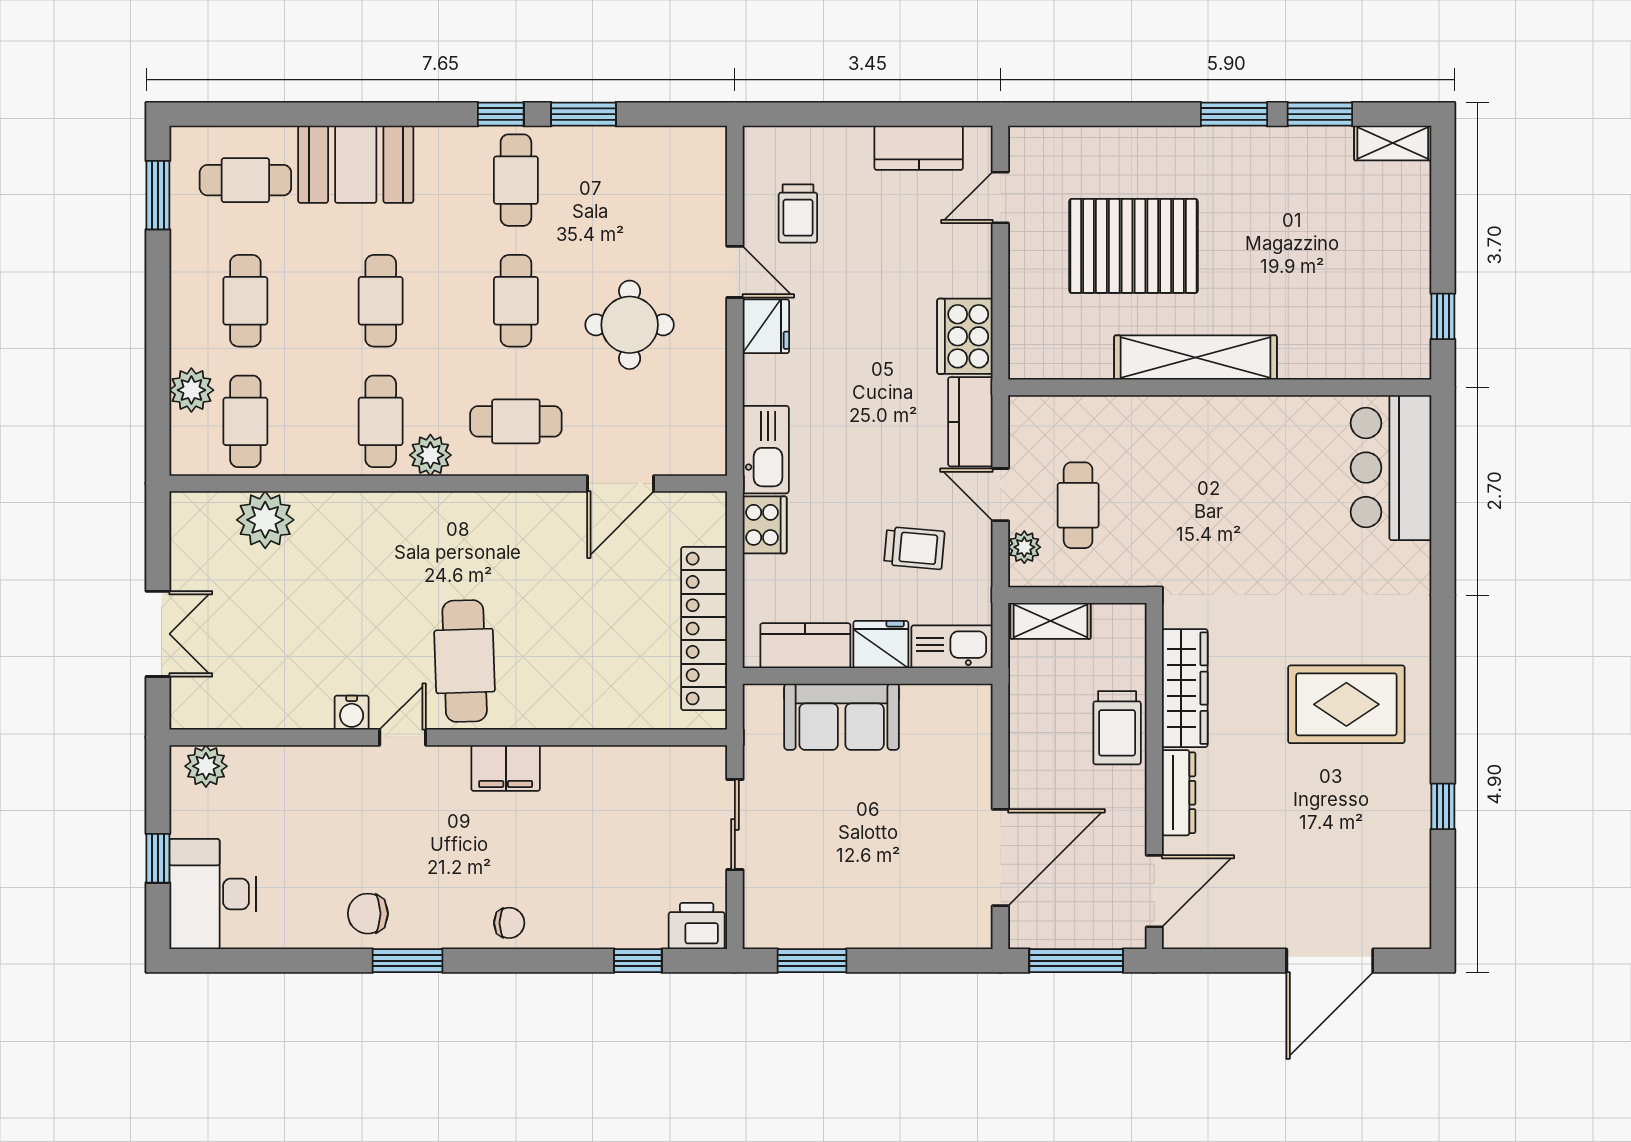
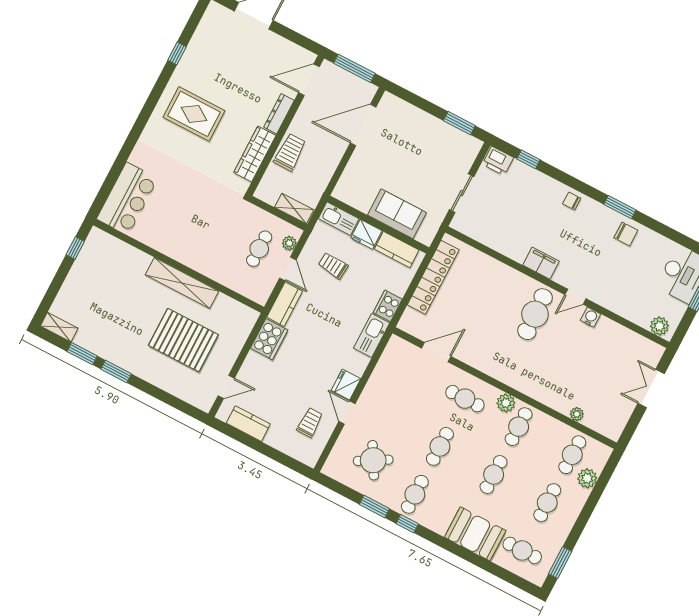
round table: (630, 325) -> (373, 460), moved, turned -30
plant: (265, 520) -> (577, 414), width x0.53, depth x0.53

